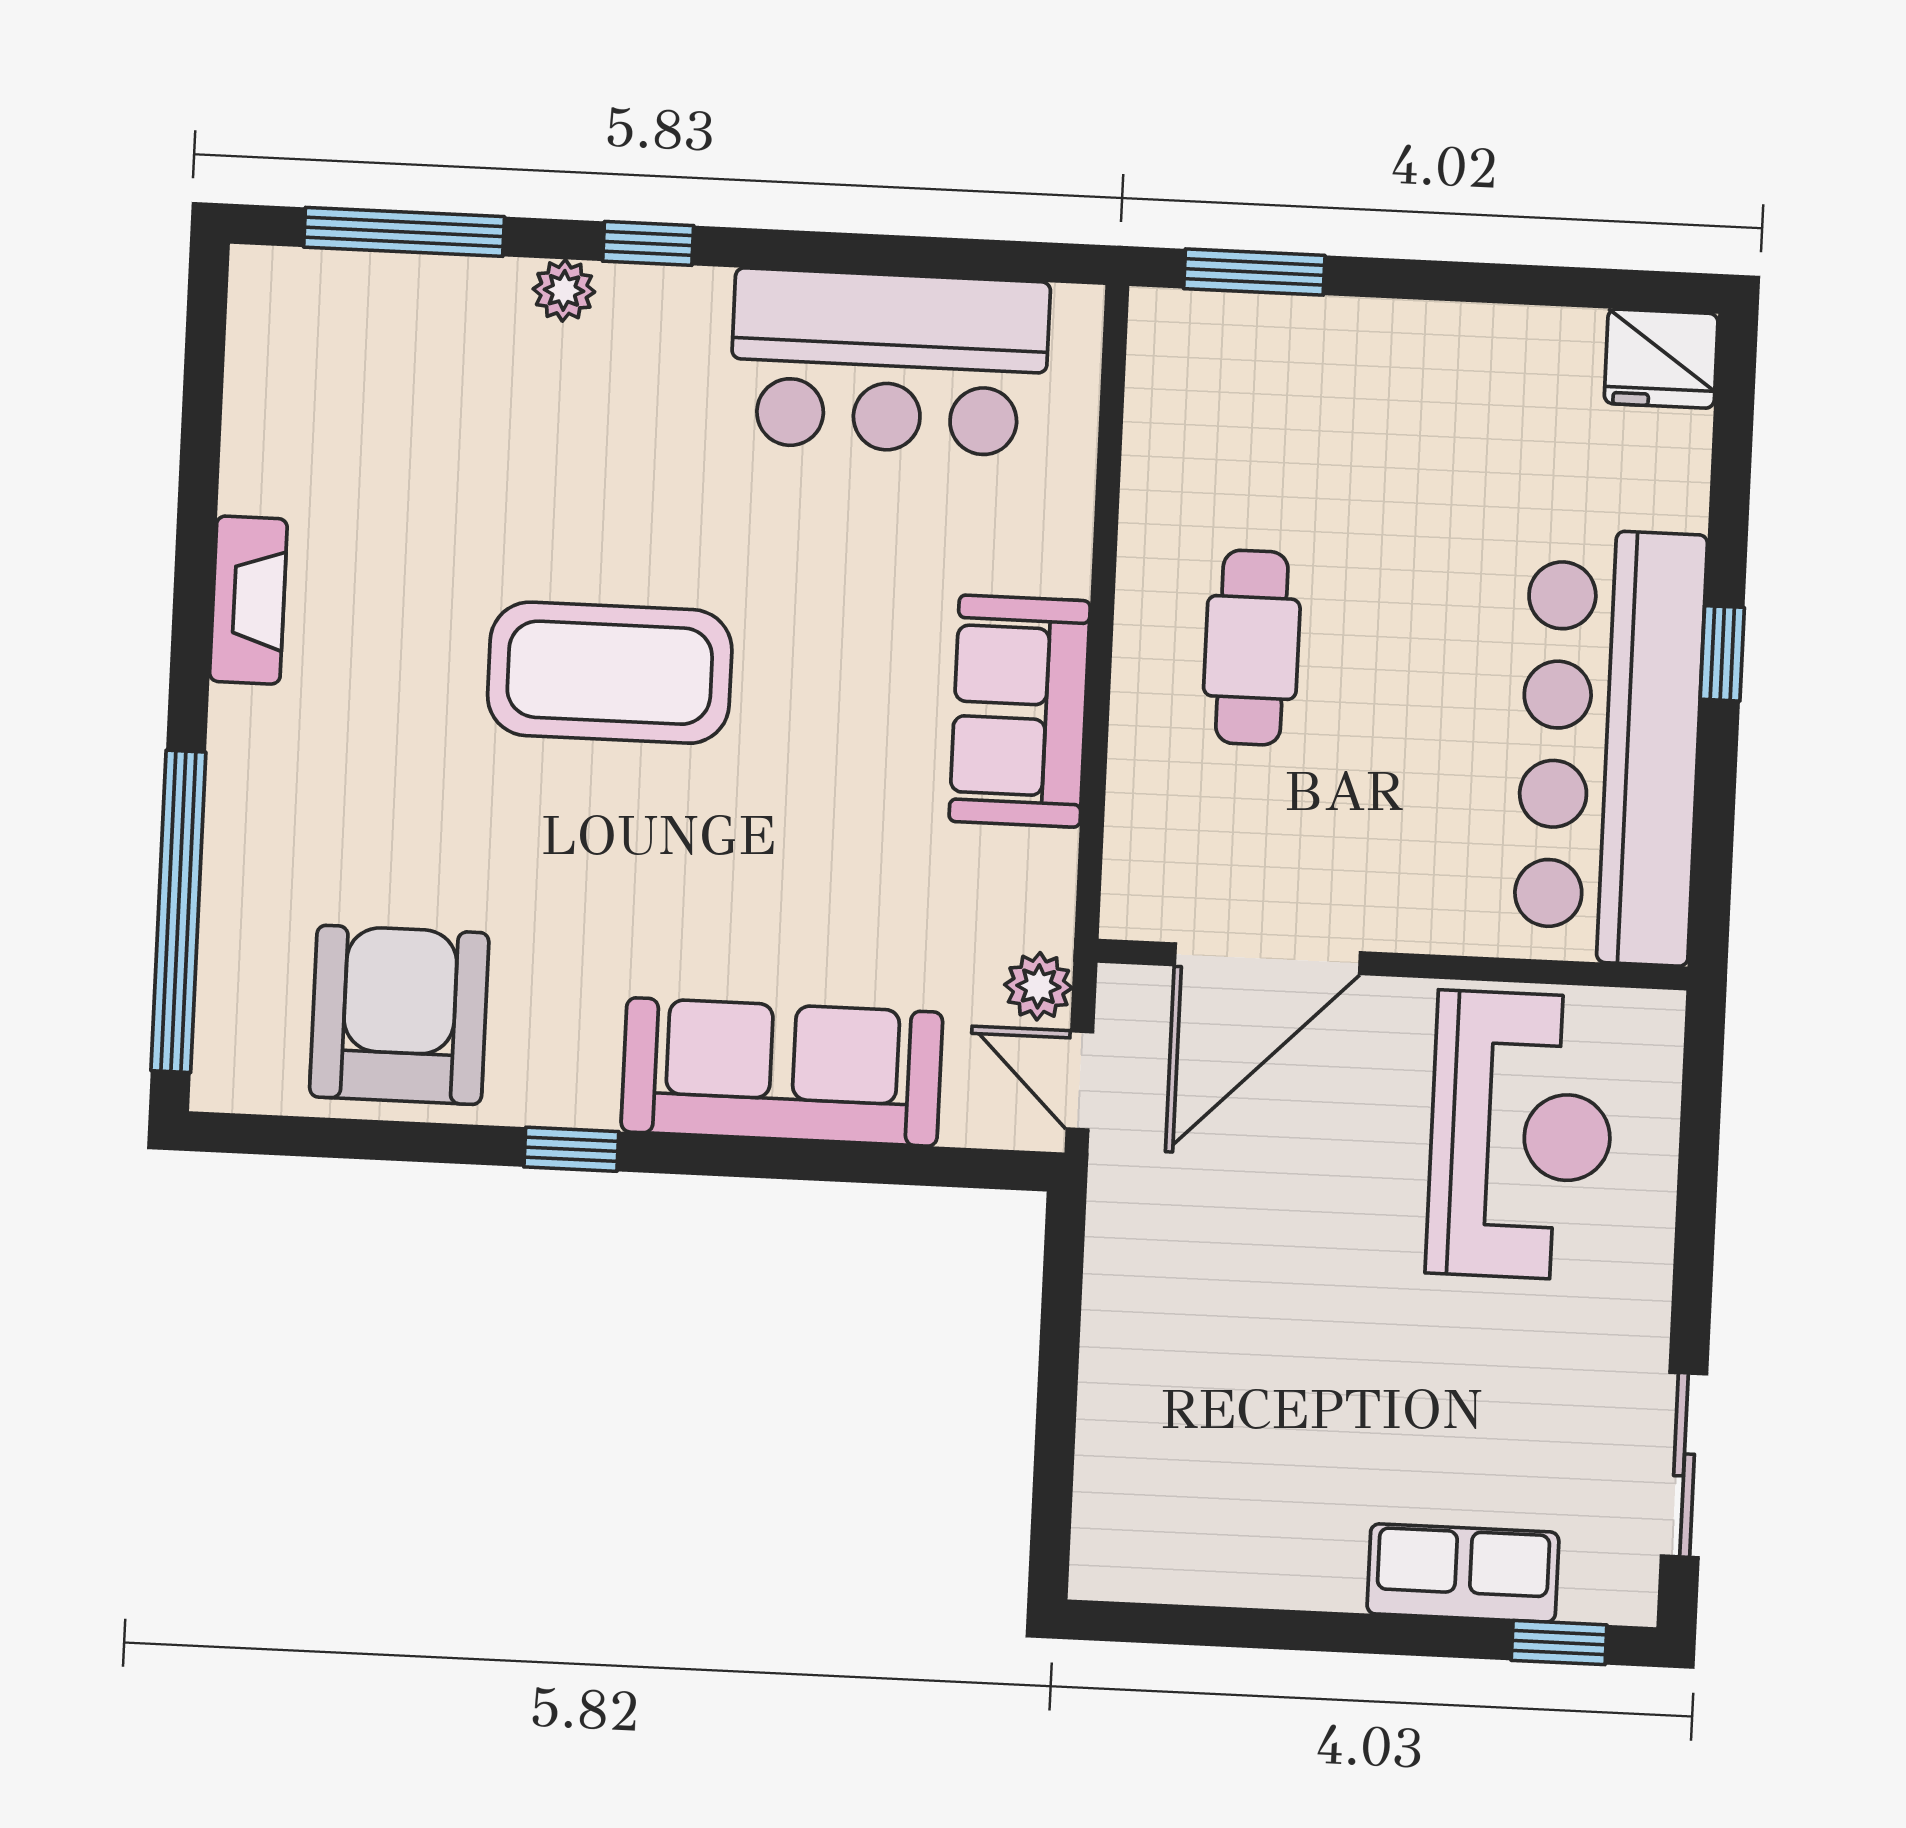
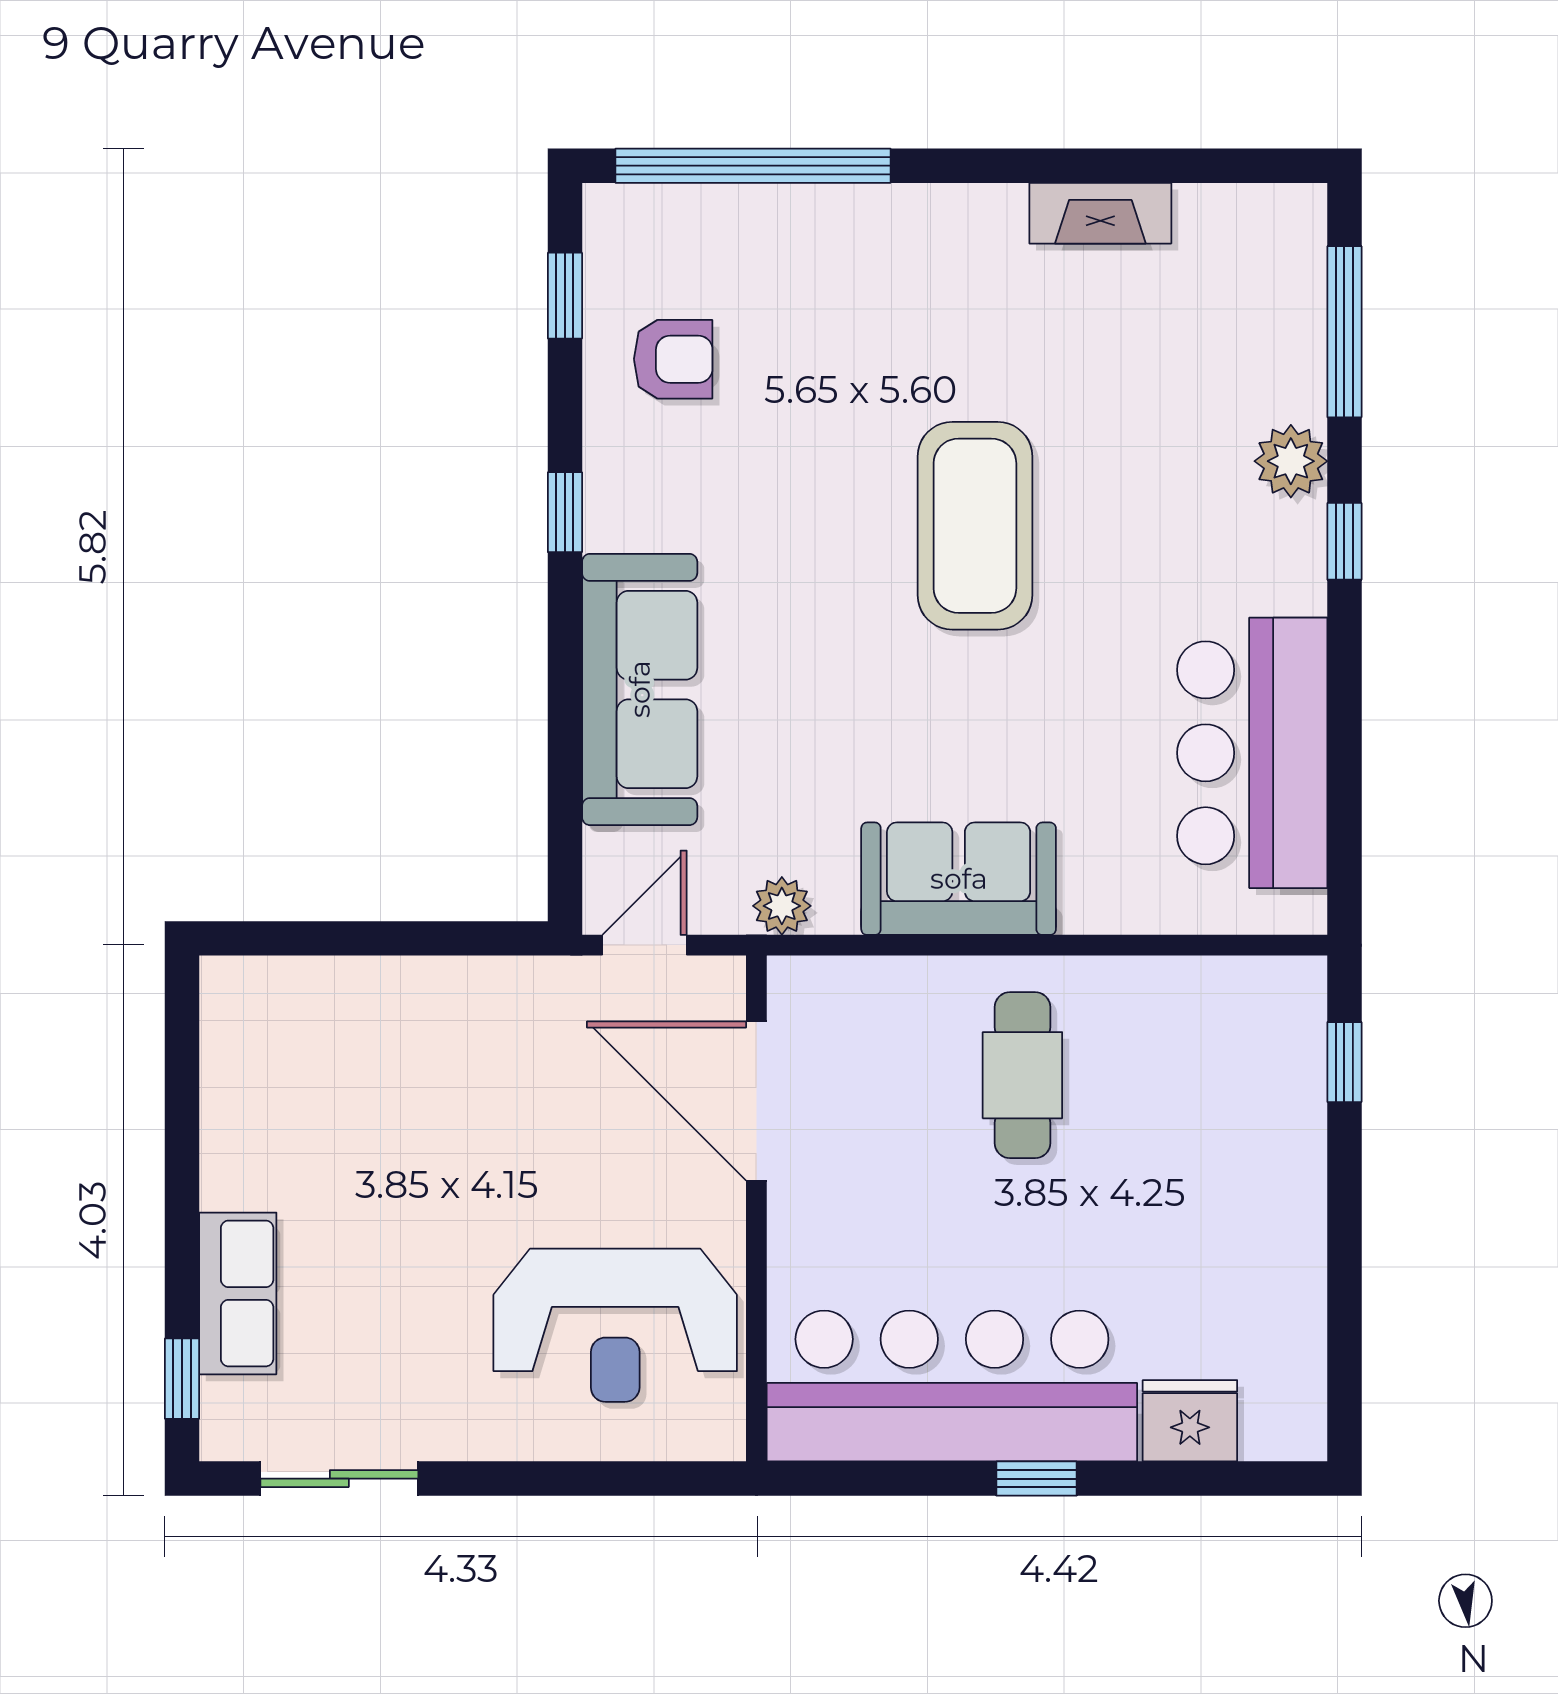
window: (1254, 272) -> (1344, 1062), width x0.67
plant: (564, 290) -> (1291, 461), width x1.38, depth x1.38
fridge: (1661, 359) -> (1190, 1421), moved, turned 90
fireplace: (248, 600) -> (1100, 213), moved
cafe table: (1252, 648) -> (1022, 1075), turned 90
plant: (1038, 986) -> (782, 906), moved
armchair: (399, 1015) -> (673, 359), width x0.53, depth x0.53
window: (319, 1137) -> (565, 296), added

